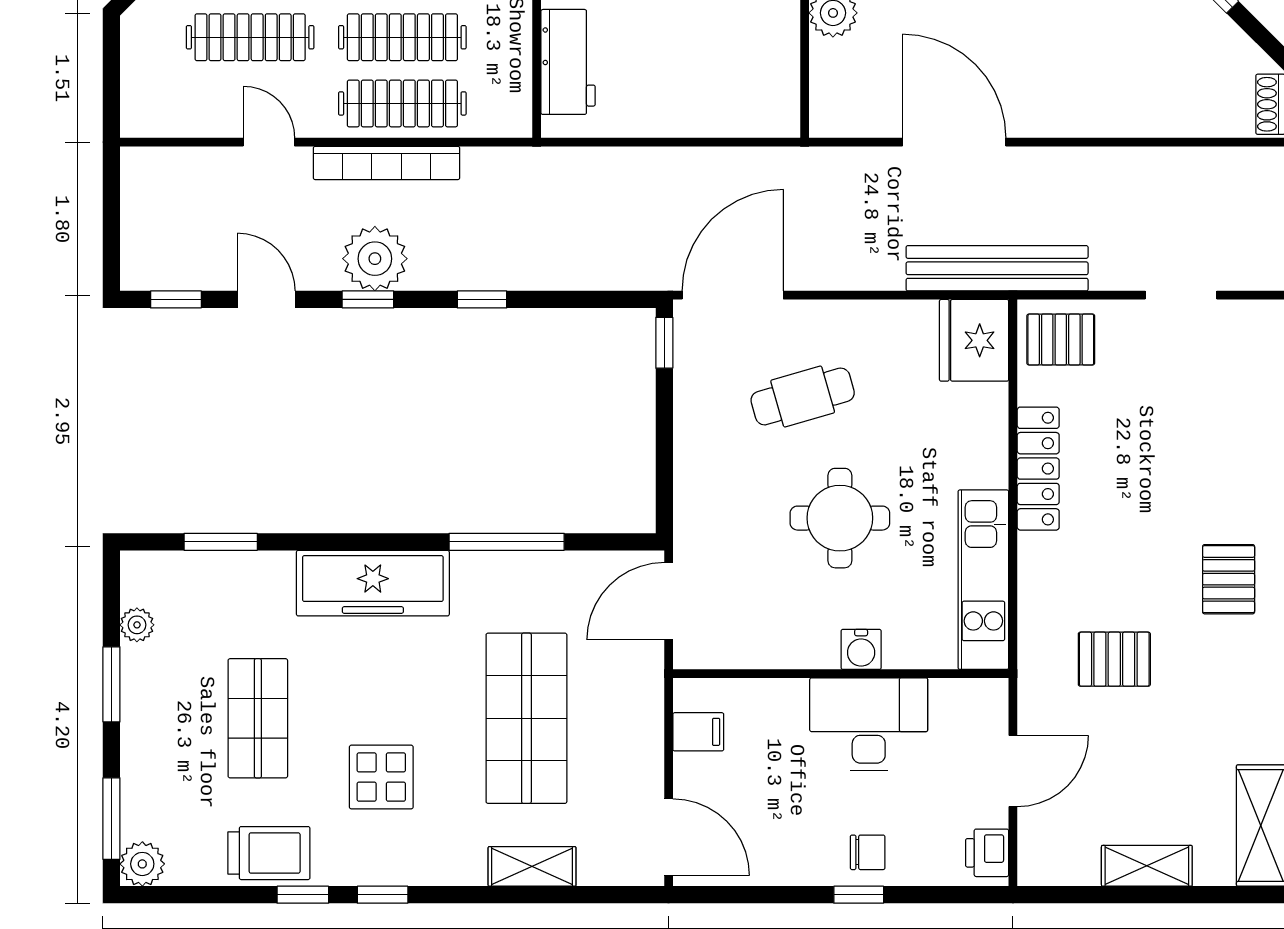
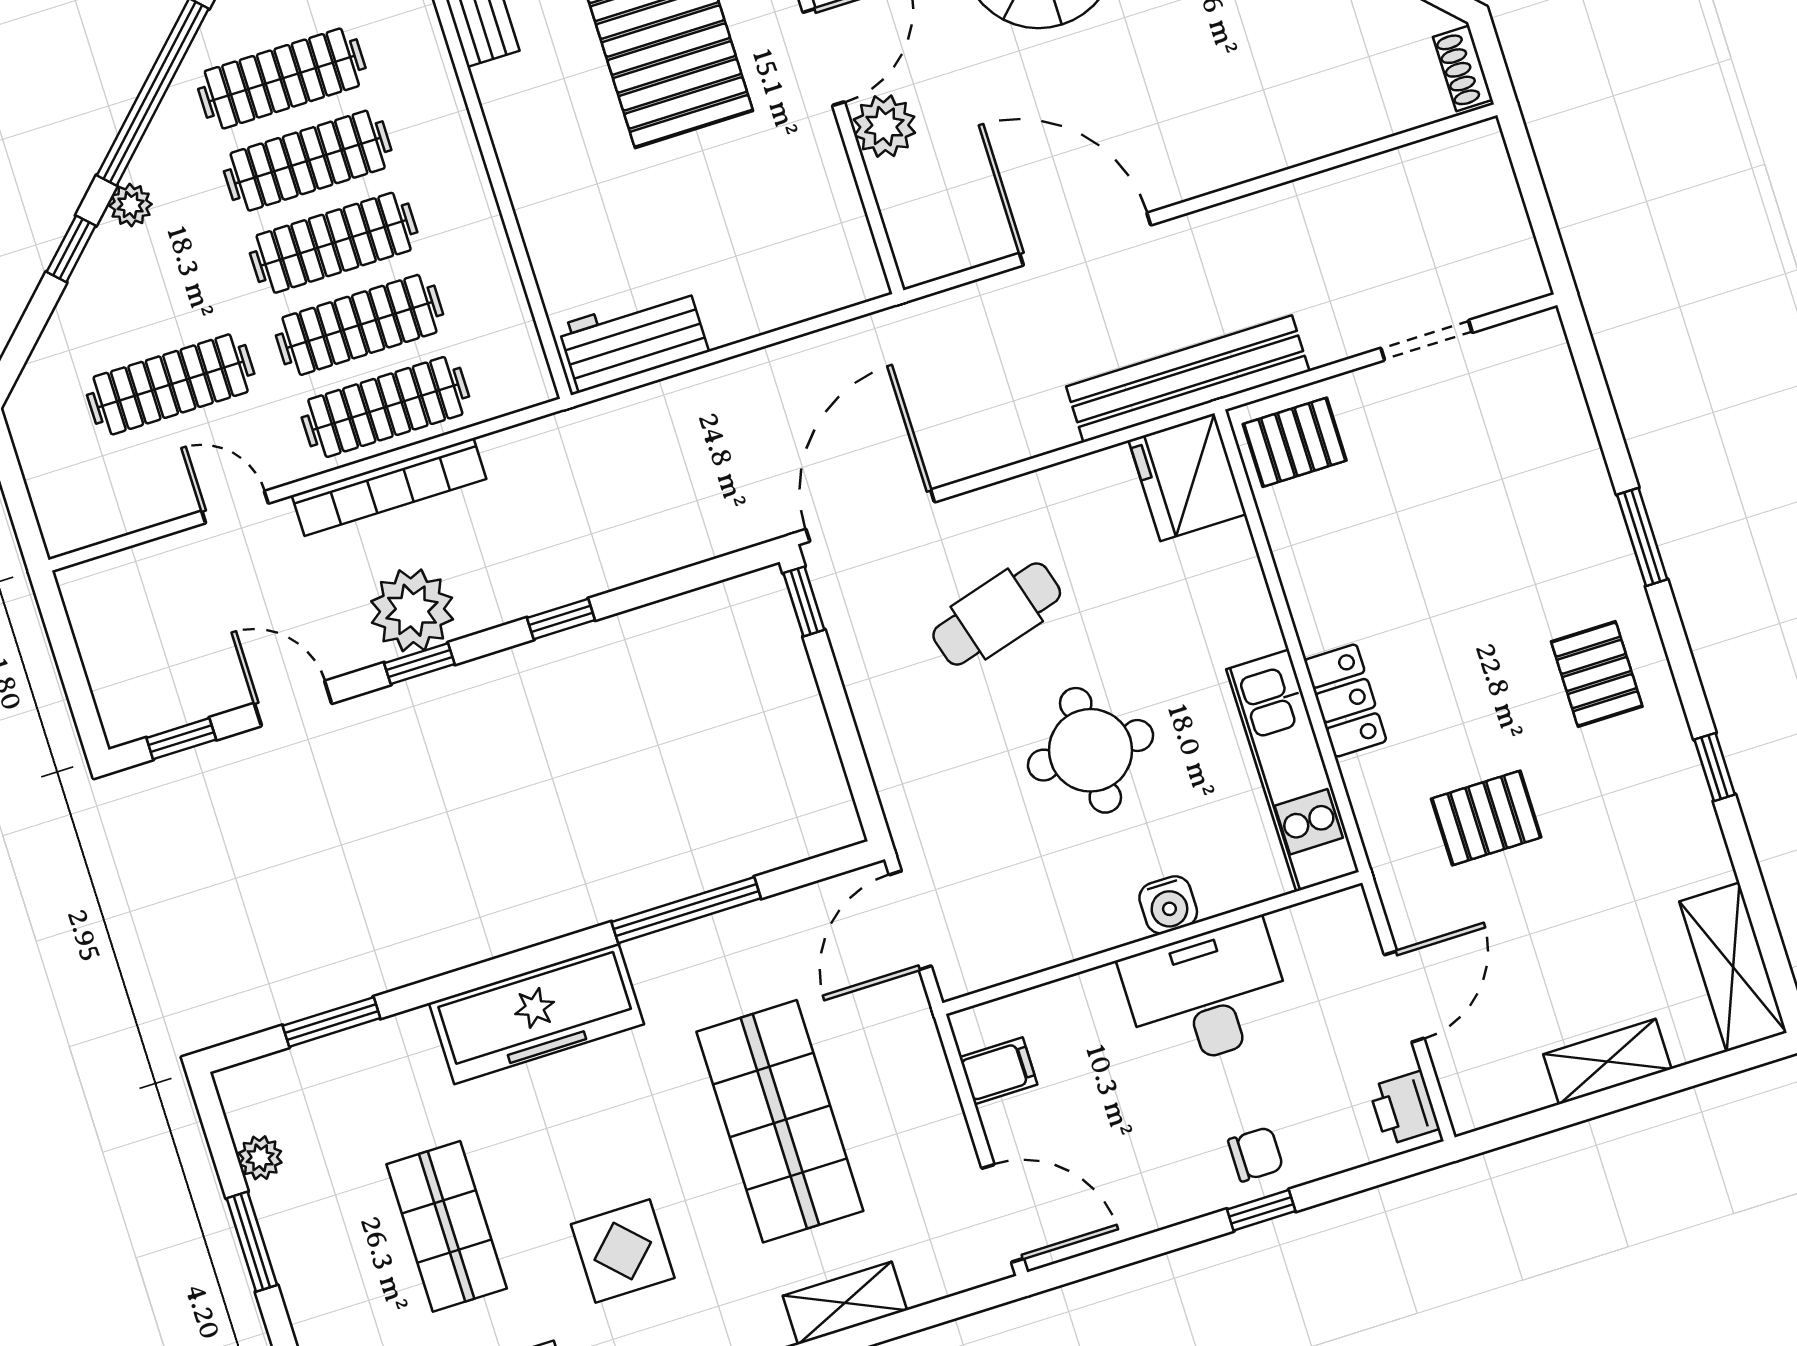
workbench: (568, 62) -> (633, 339), moved, turned -90
locker: (1038, 469) -> (1345, 701), moved, width x0.66

